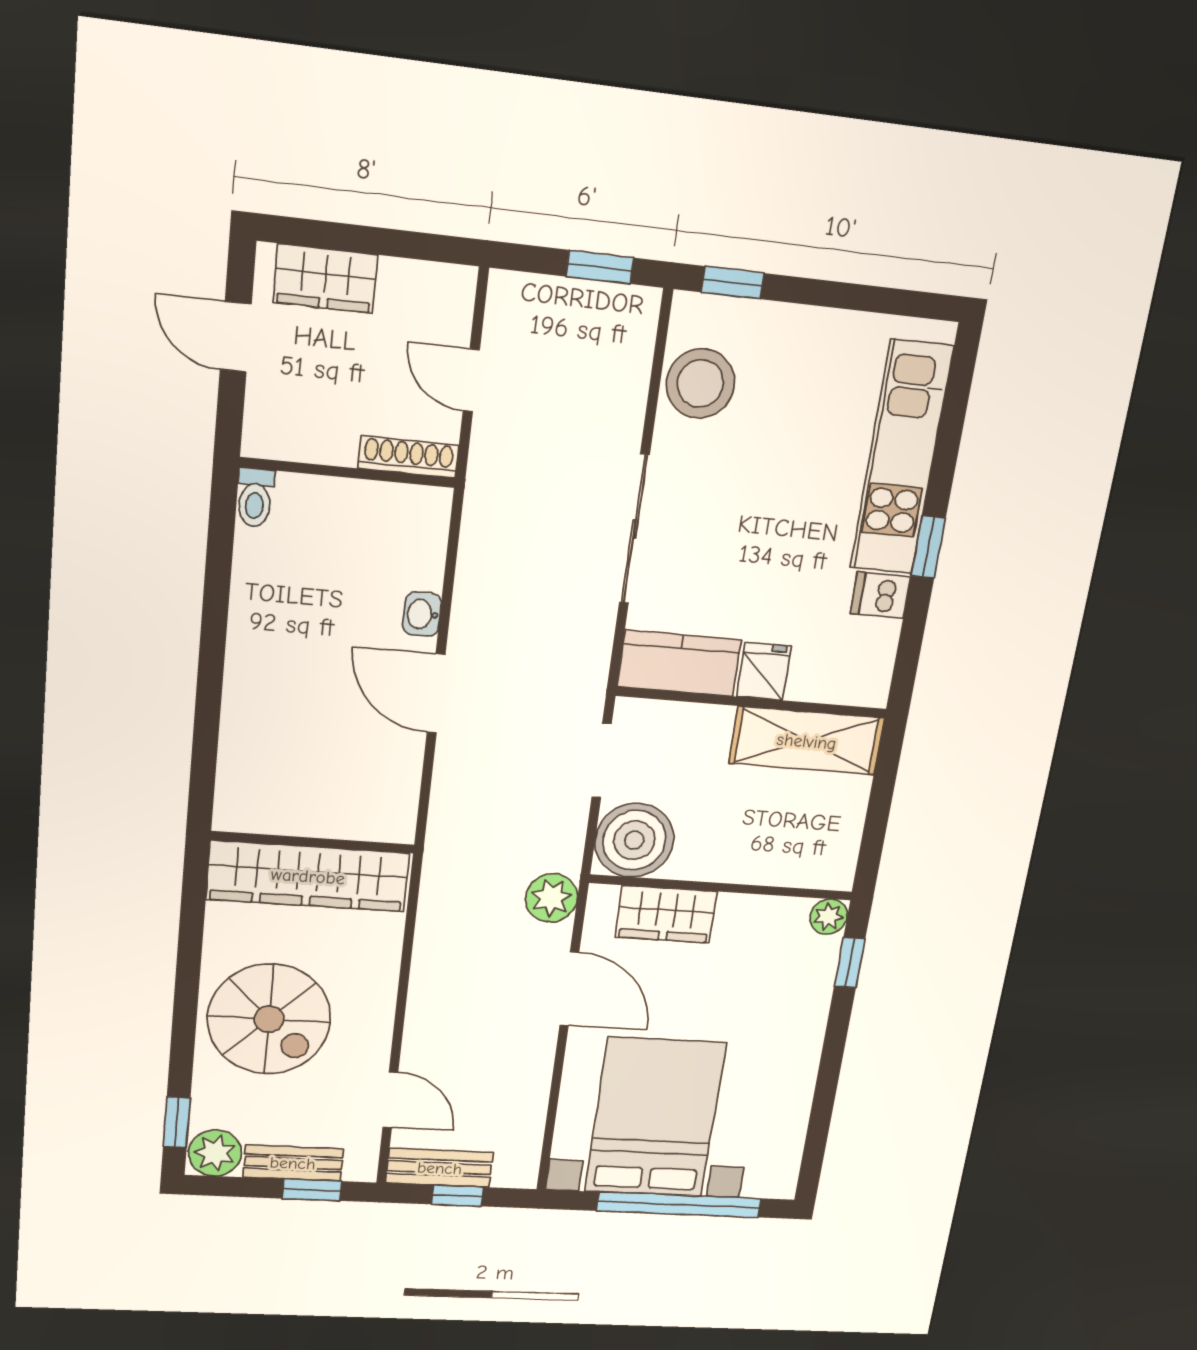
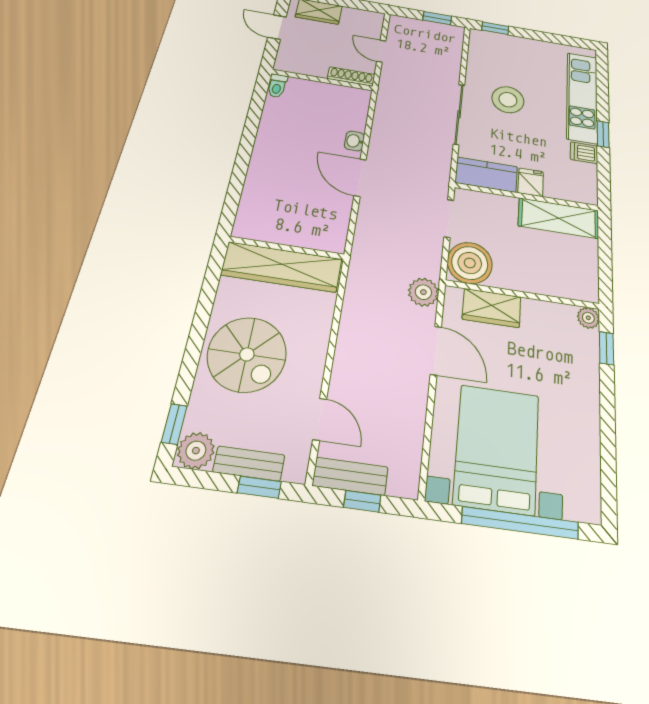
stool: (700, 383) -> (508, 100), moved

